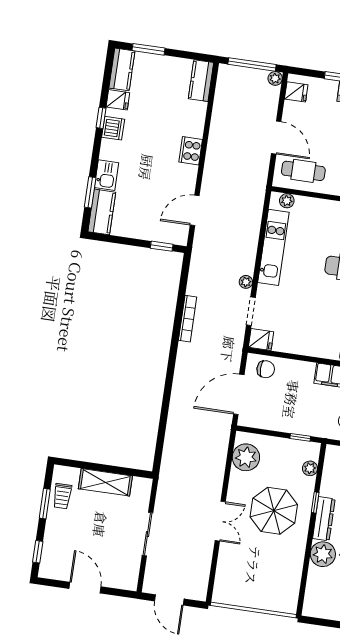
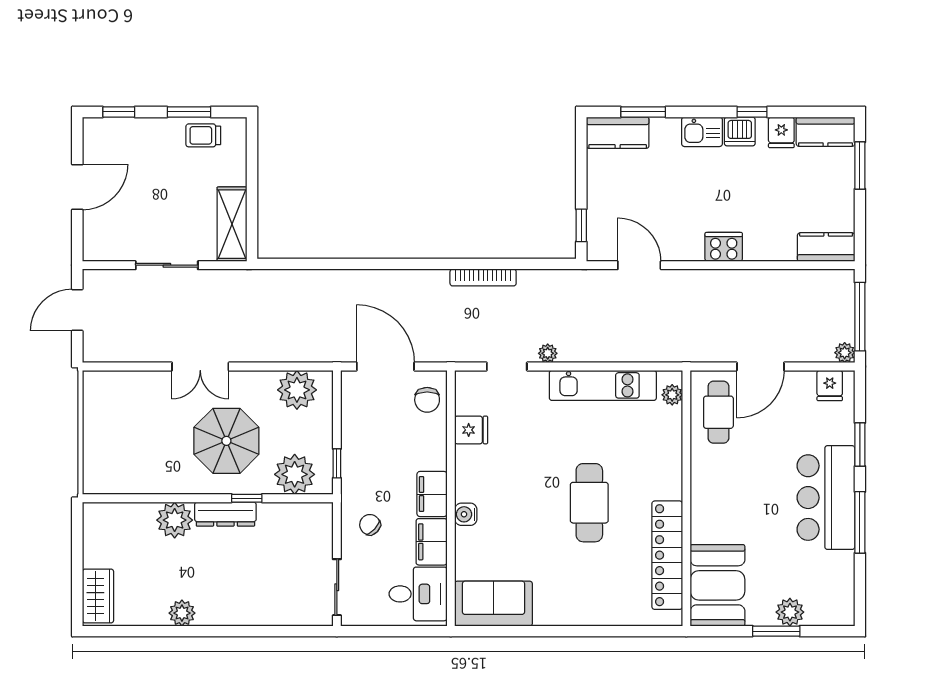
kitchen sink: (107, 175) -> (702, 132), moved
fridge: (261, 340) -> (471, 430), moved, turned -90
plant: (310, 468) -> (295, 474), width x1.88, depth x1.88
shelving: (105, 482) -> (232, 224), moved

